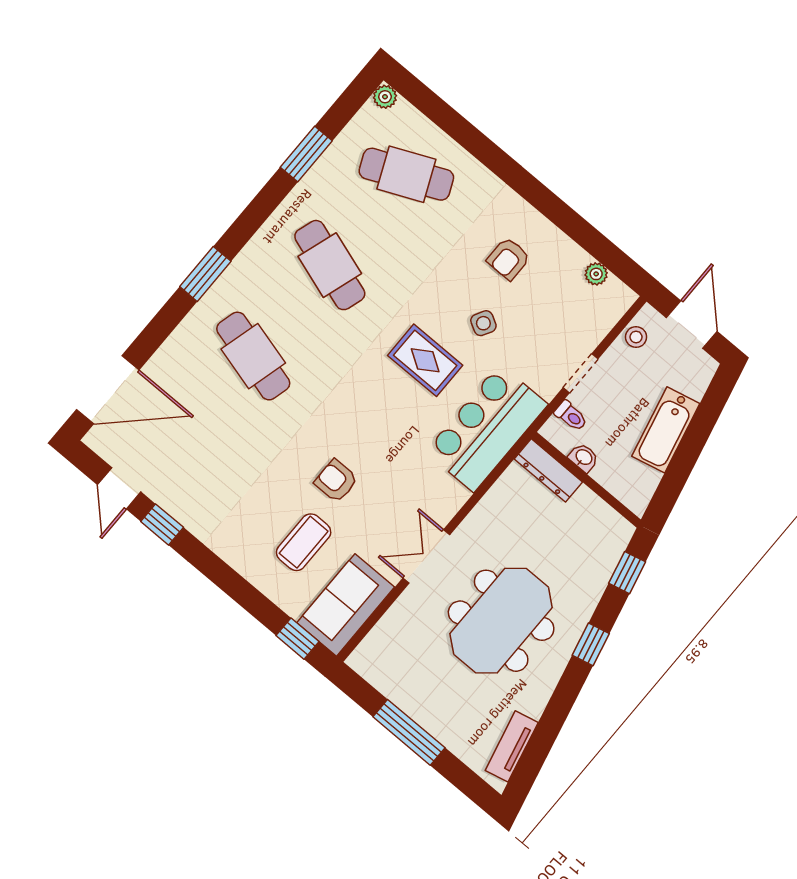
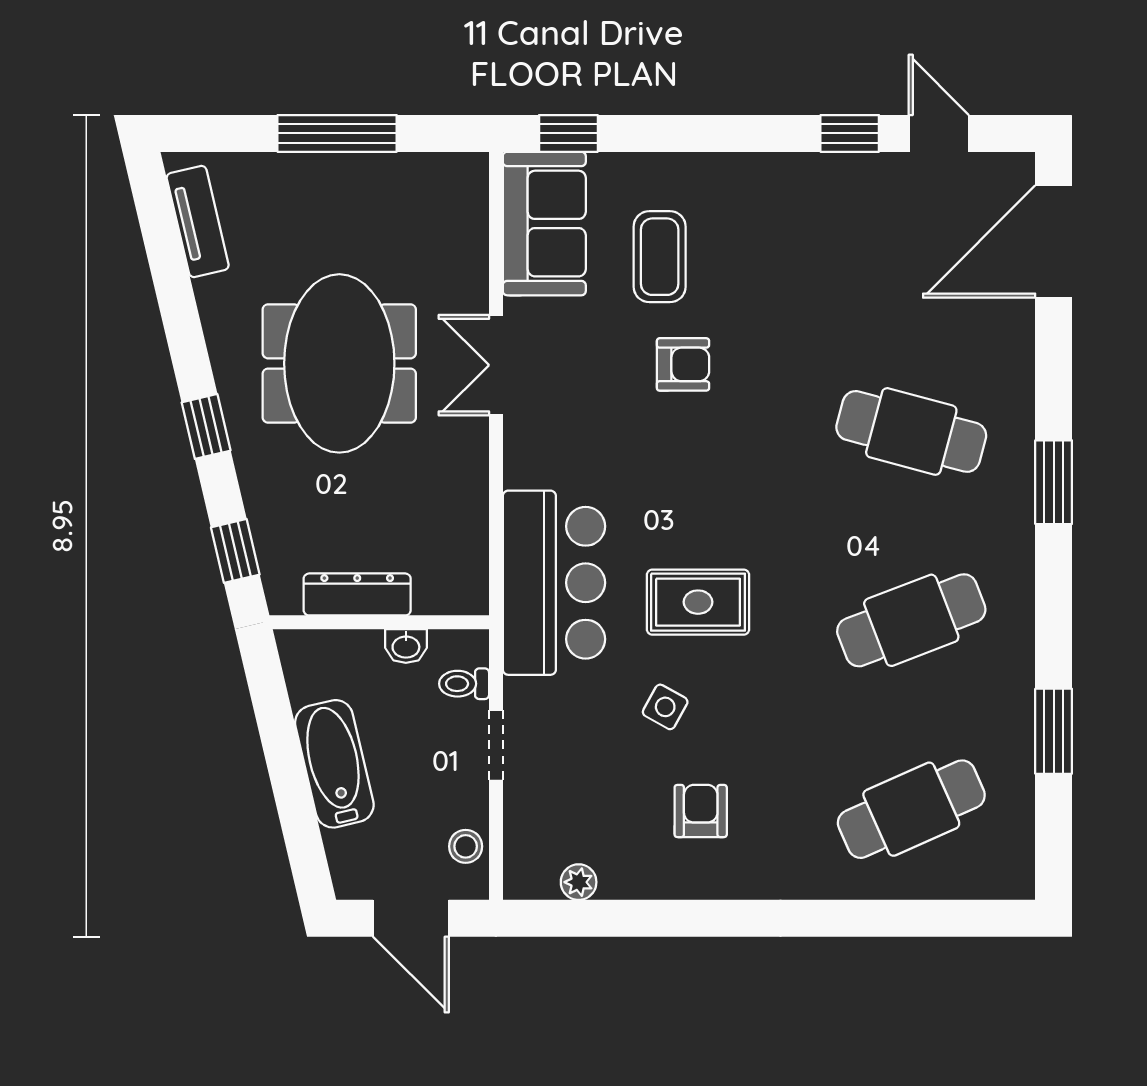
plant: (385, 97) -> (1017, 881), removed
cafe table: (330, 265) -> (911, 620), turned -39
dresser: (548, 470) -> (357, 594), moved
double door: (426, 556) -> (496, 365), swing flipped

